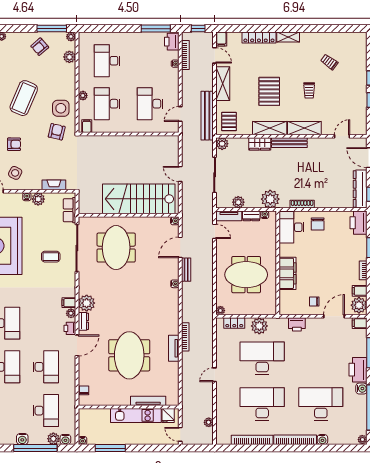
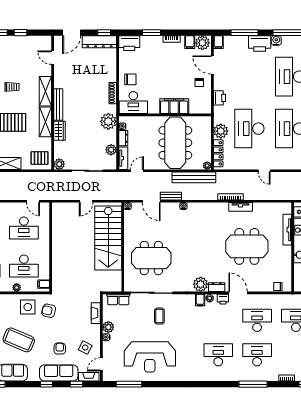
bench: (207, 116) -> (194, 177), moved
meeting table: (246, 275) -> (175, 143), width x1.36
locker: (234, 323) -> (218, 153), width x1.53

